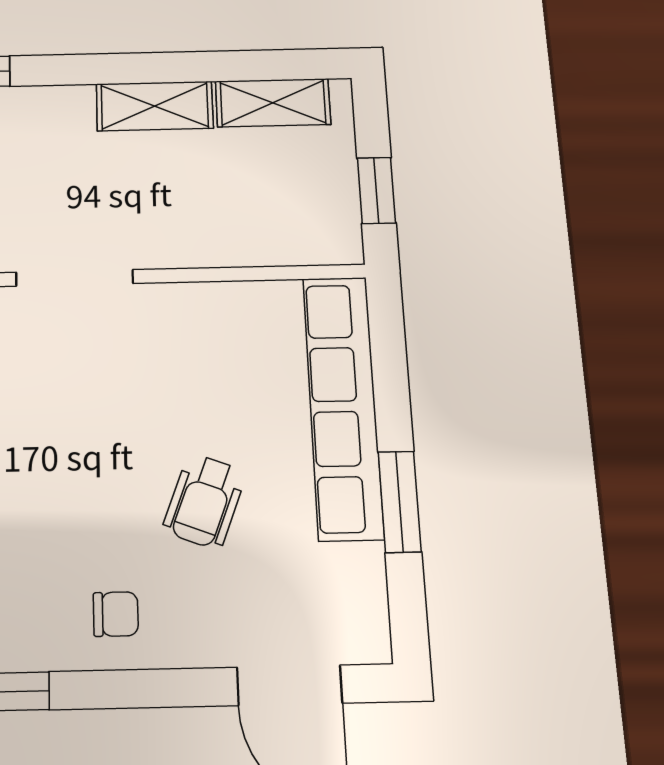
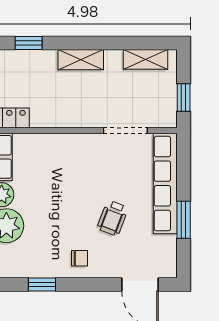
shelving: (155, 106) -> (81, 60), moved
doorway: (75, 278) -> (125, 131), moved

